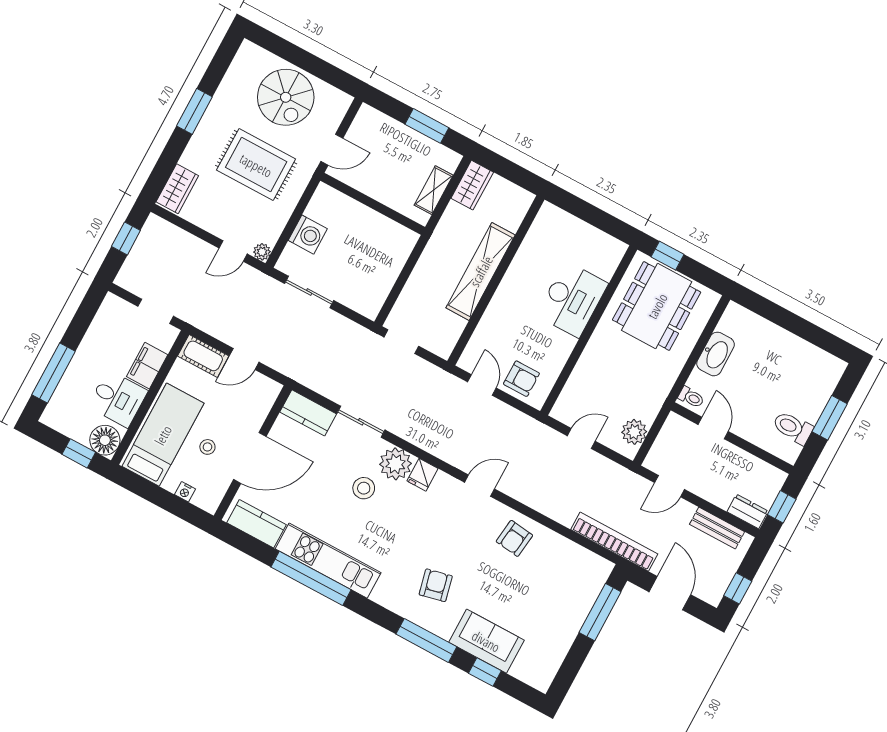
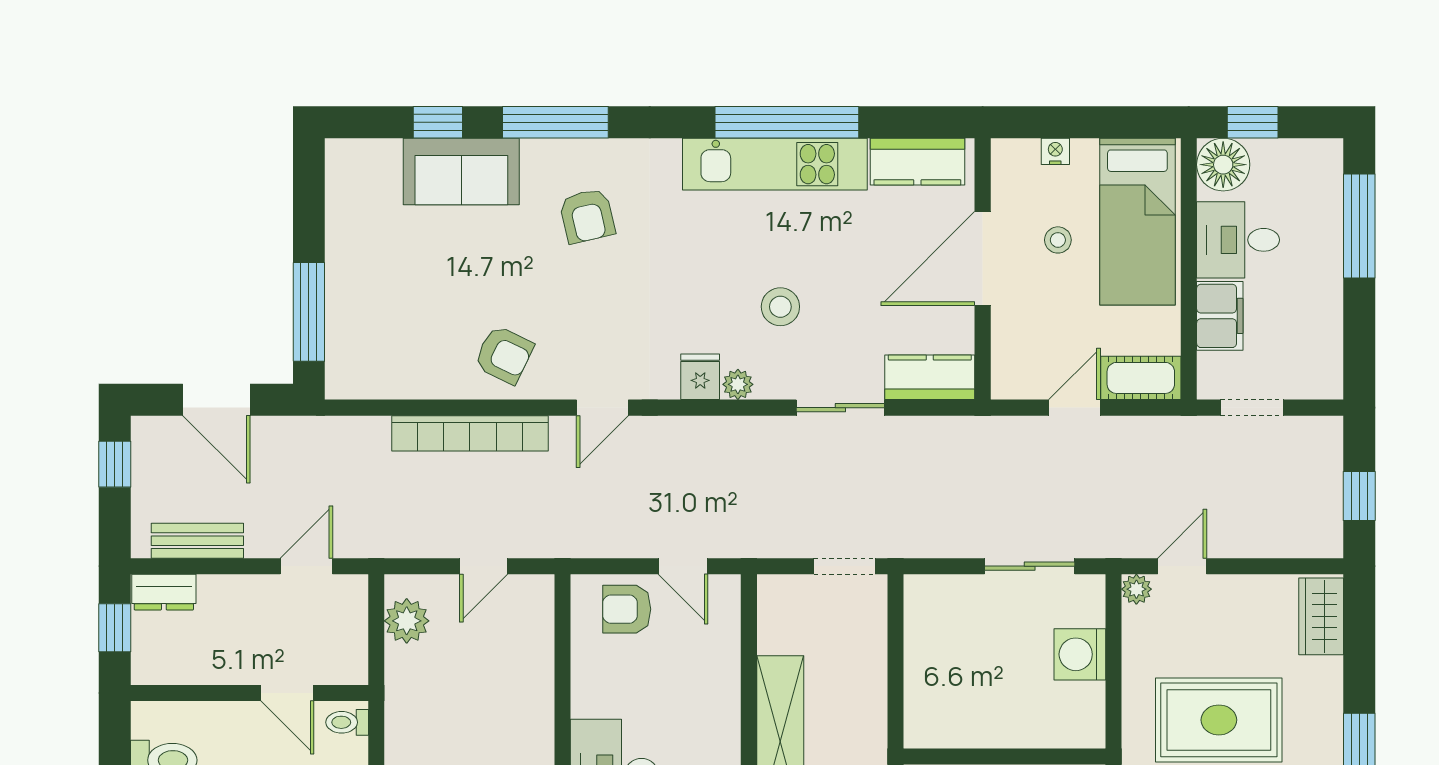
plant: (395, 464) -> (738, 384), width x0.53, depth x0.53
armchair: (514, 538) -> (504, 355), turned 109
bookcase: (614, 542) -> (470, 433), moved

